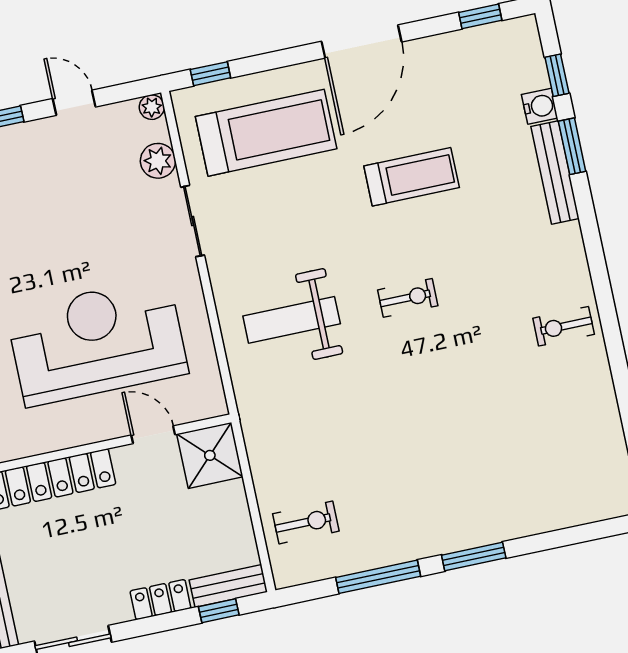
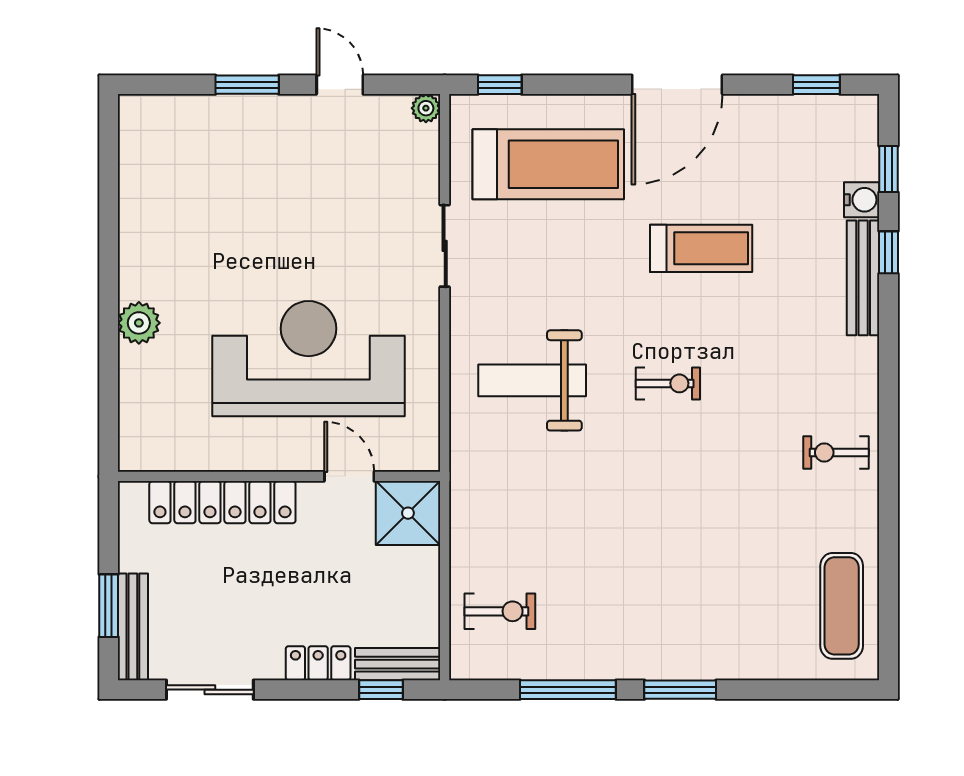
window: (572, 146) -> (889, 252), width x0.67
plant: (158, 161) -> (420, 170), removed
exercise mat: (596, 456) -> (842, 606), added

